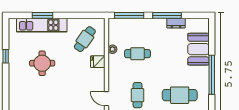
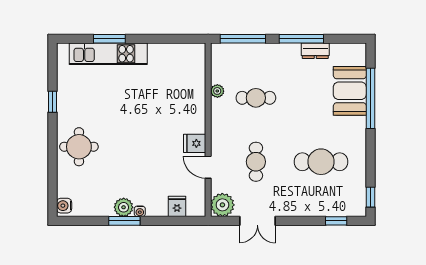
cafe table: (85, 39) -> (175, 75), removed
fridge: (98, 62) -> (195, 143), moved
round table: (42, 63) -> (79, 147), moved
window: (212, 75) -> (370, 98), moved

